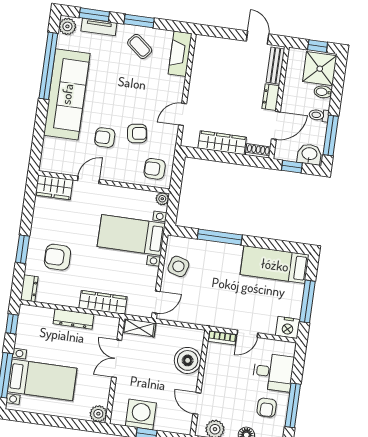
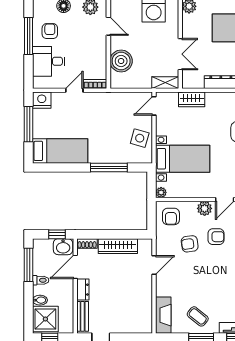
washbasin: (309, 154) -> (63, 247), moved
armchair: (155, 169) -> (171, 216), turned 90
plant: (114, 173) -> (205, 208), added
wardrobe: (103, 302) -> (192, 99), width x0.67

